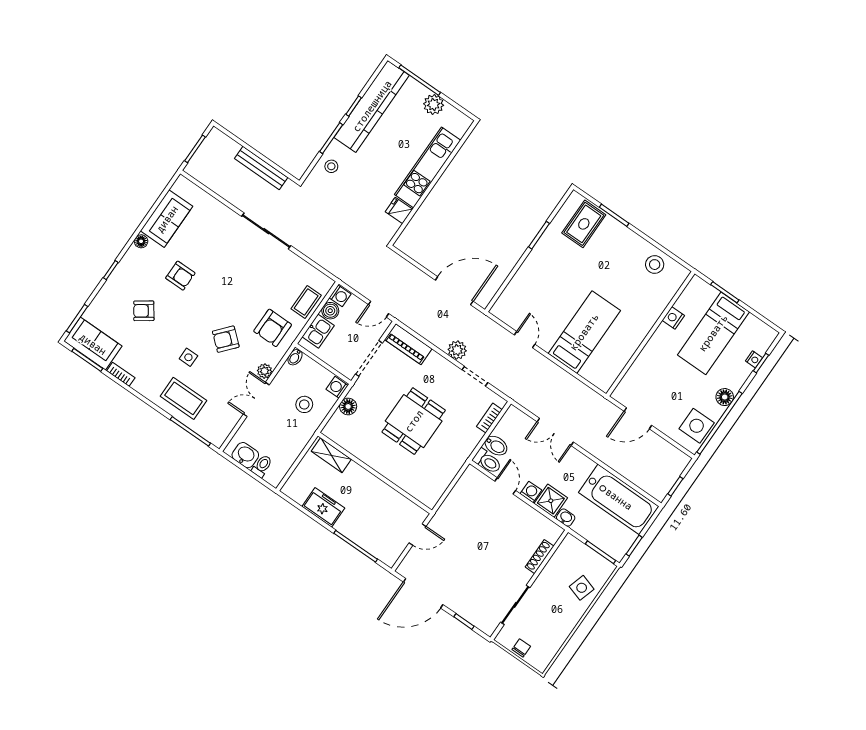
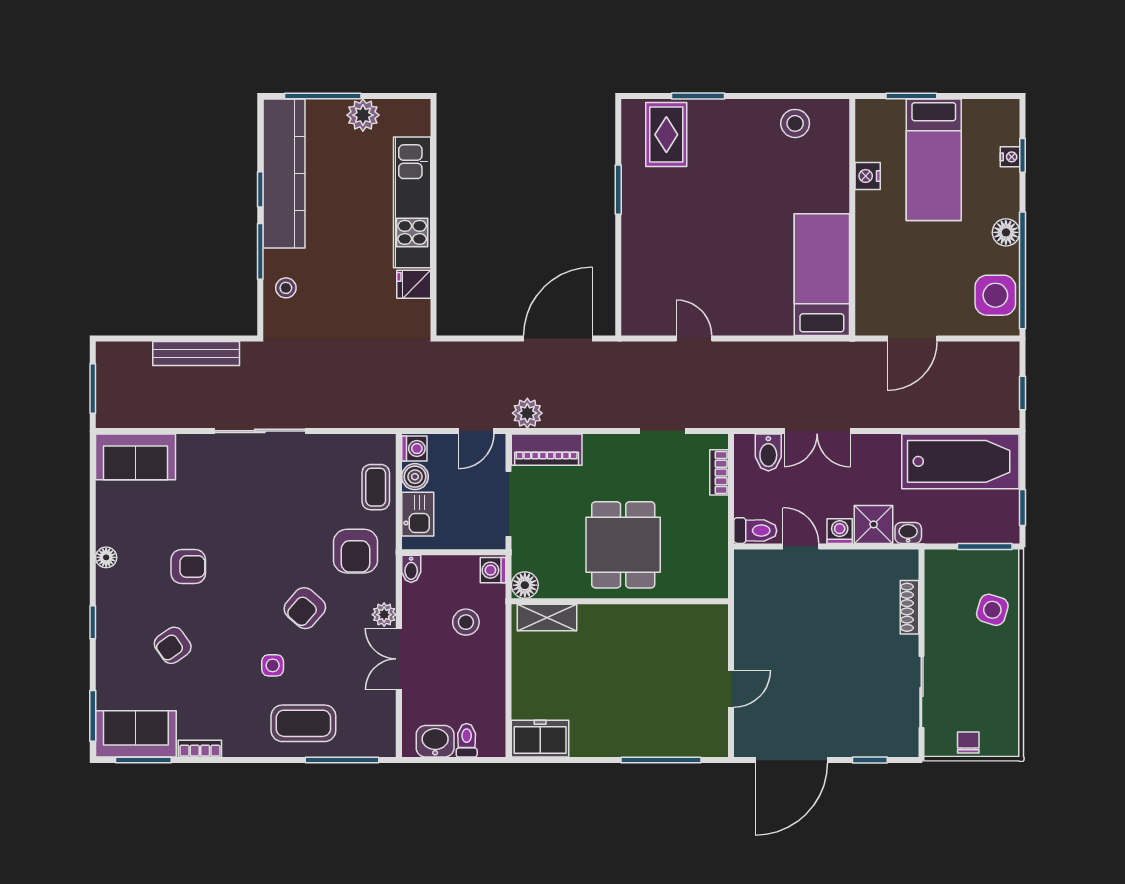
sofa: (167, 219) -> (136, 457), moved, turned 90
bed: (584, 332) -> (822, 275), moved
plant: (457, 350) -> (527, 413), moved
bidet: (496, 446) -> (768, 452), moved, turned 90
shelving: (331, 455) -> (547, 618), moved
wall: (375, 473) -> (620, 601), moved
freezer: (323, 507) -> (540, 739), moved

